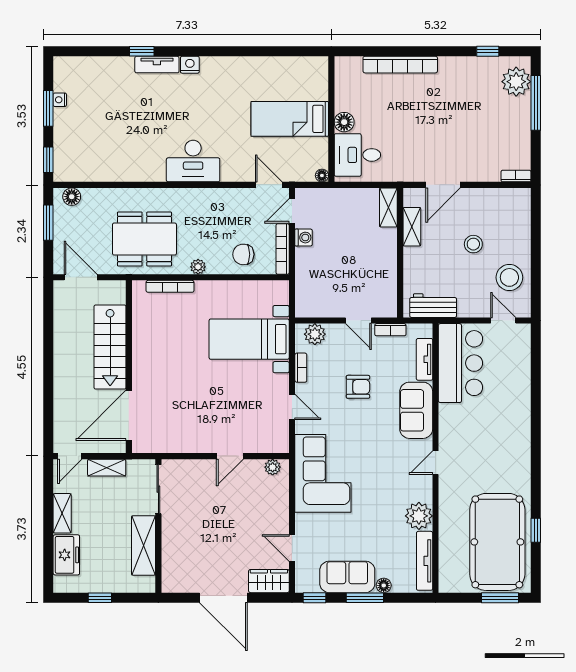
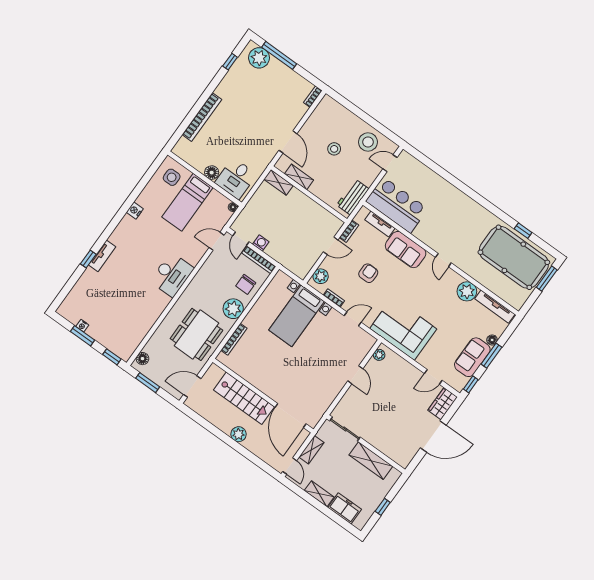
nightstand: (190, 65) -> (135, 211), moved
side table: (305, 80) -> (172, 177), added
plant: (198, 267) -> (233, 309), width x1.88, depth x1.88
plant: (64, 371) -> (238, 434), added

